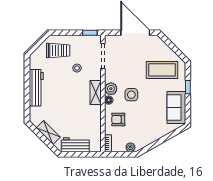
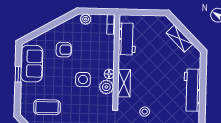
coffee table: (162, 70) -> (47, 107), width x0.73, depth x0.76
window: (188, 87) -> (18, 74), moved
armchair: (118, 120) -> (64, 50), moved
workbench: (75, 145) -> (127, 39), moved, turned -90

